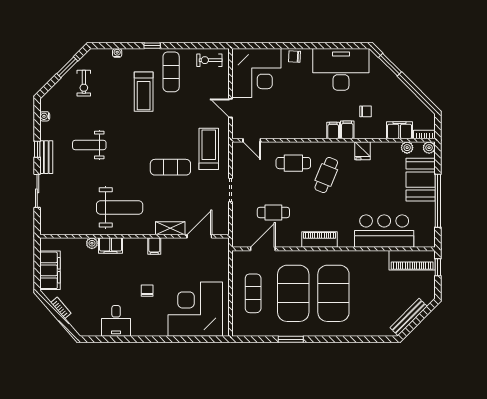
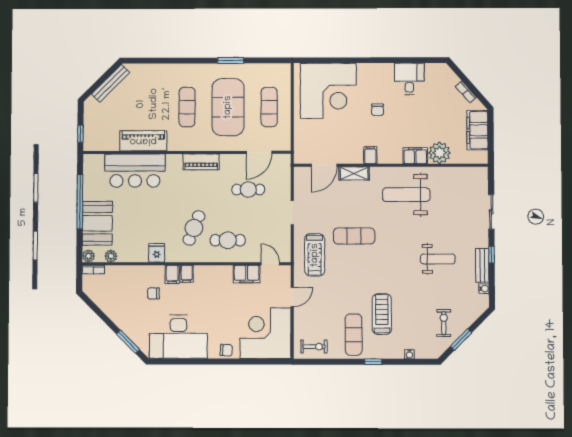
door: (230, 108) -> (292, 297), hinge flipped
filing cabinet: (400, 130) -> (247, 274), moved
bench: (46, 157) -> (482, 265), moved
plant: (92, 243) -> (439, 153), width x1.87, depth x1.87
piano: (412, 260) -> (143, 141), moved
exercise mat: (333, 293) -> (187, 107), width x0.50, depth x0.69

